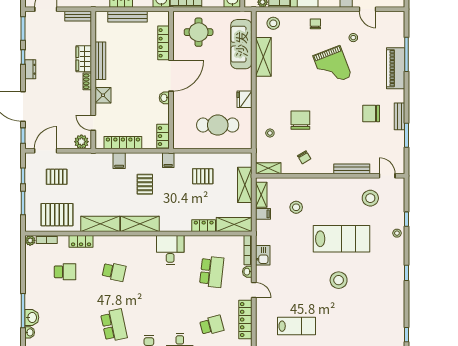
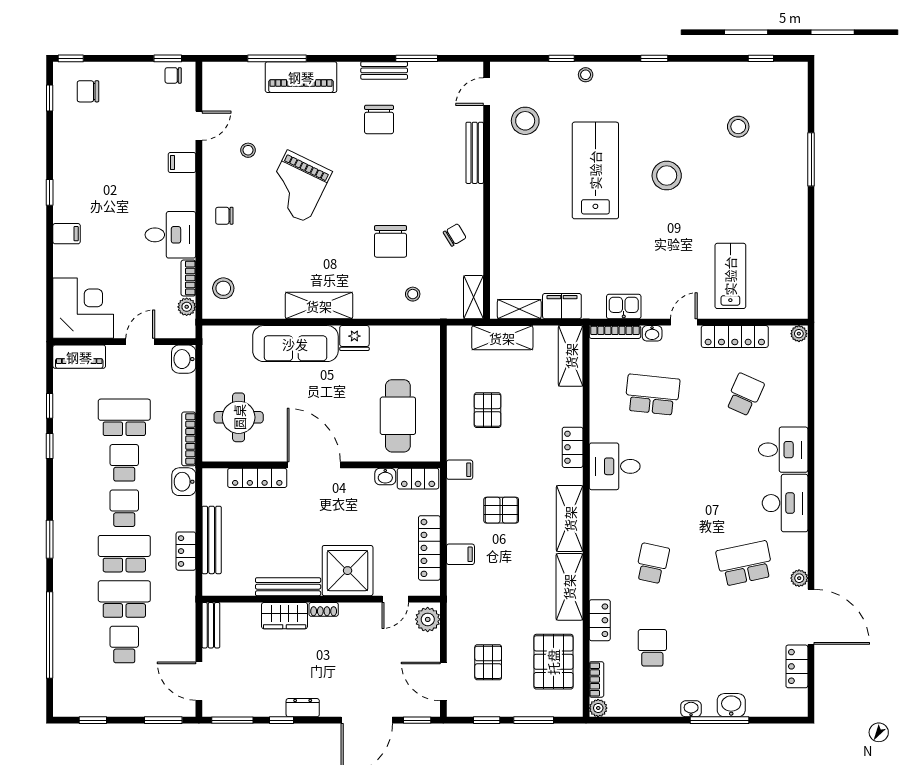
sofa: (241, 44) -> (295, 344), moved
shelving: (263, 57) -> (319, 306), moved
grand piano: (332, 66) -> (297, 187), turned 137
shower: (103, 95) -> (348, 571), width x1.86, depth x1.86
washbasin: (164, 98) -> (385, 477), moved
chair: (300, 120) -> (390, 241), turned -90
cafe table: (218, 125) -> (398, 416), moved
stool: (296, 207) -> (738, 127), moved
filing cabinet: (263, 214) -> (562, 306), width x2.00
locker: (204, 226) -> (573, 447), moved
school desk: (212, 325) -> (745, 395), turned 39
lab bench: (296, 326) -> (730, 276), moved
washbasin: (30, 332) -> (691, 709), moved

